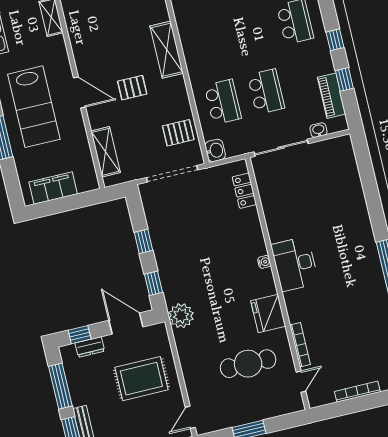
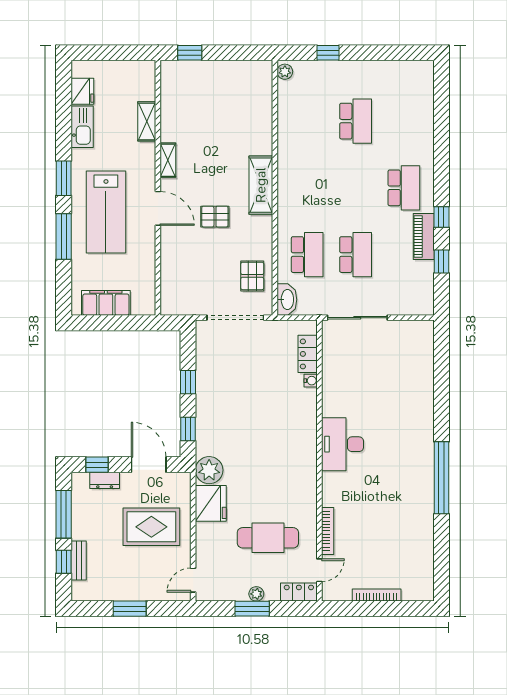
piano: (331, 96) -> (424, 237), moved
washbasin: (318, 130) -> (401, 308), removed
pallet: (178, 133) -> (252, 276), turned 90
washbasin: (215, 150) -> (287, 300), width x1.38
shelving: (106, 152) -> (168, 160), moved, width x0.67, depth x0.75
water cooler: (264, 262) -> (311, 381), moved
fridge: (268, 313) -> (211, 503), moved, turned 180
locker: (287, 405) -> (299, 592), added
plant: (250, 416) -> (256, 594), added

